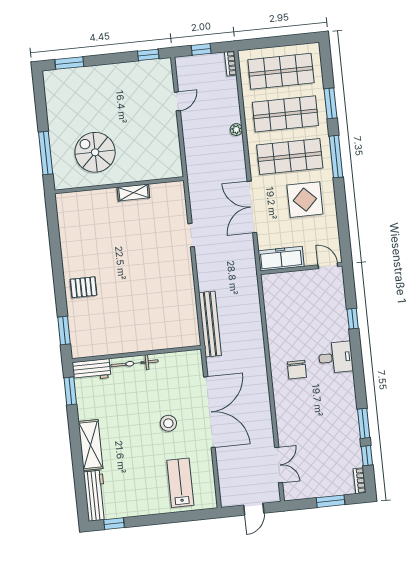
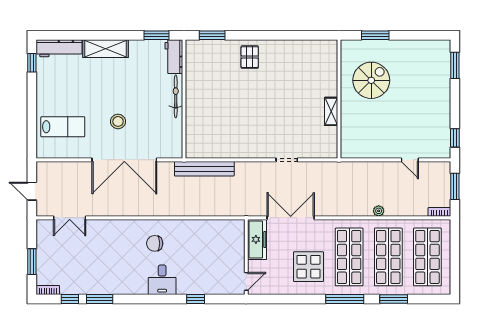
window: (201, 49) -> (455, 186), width x1.50
window: (46, 153) -> (375, 35), width x0.69
double door: (252, 207) -> (291, 218), moved

